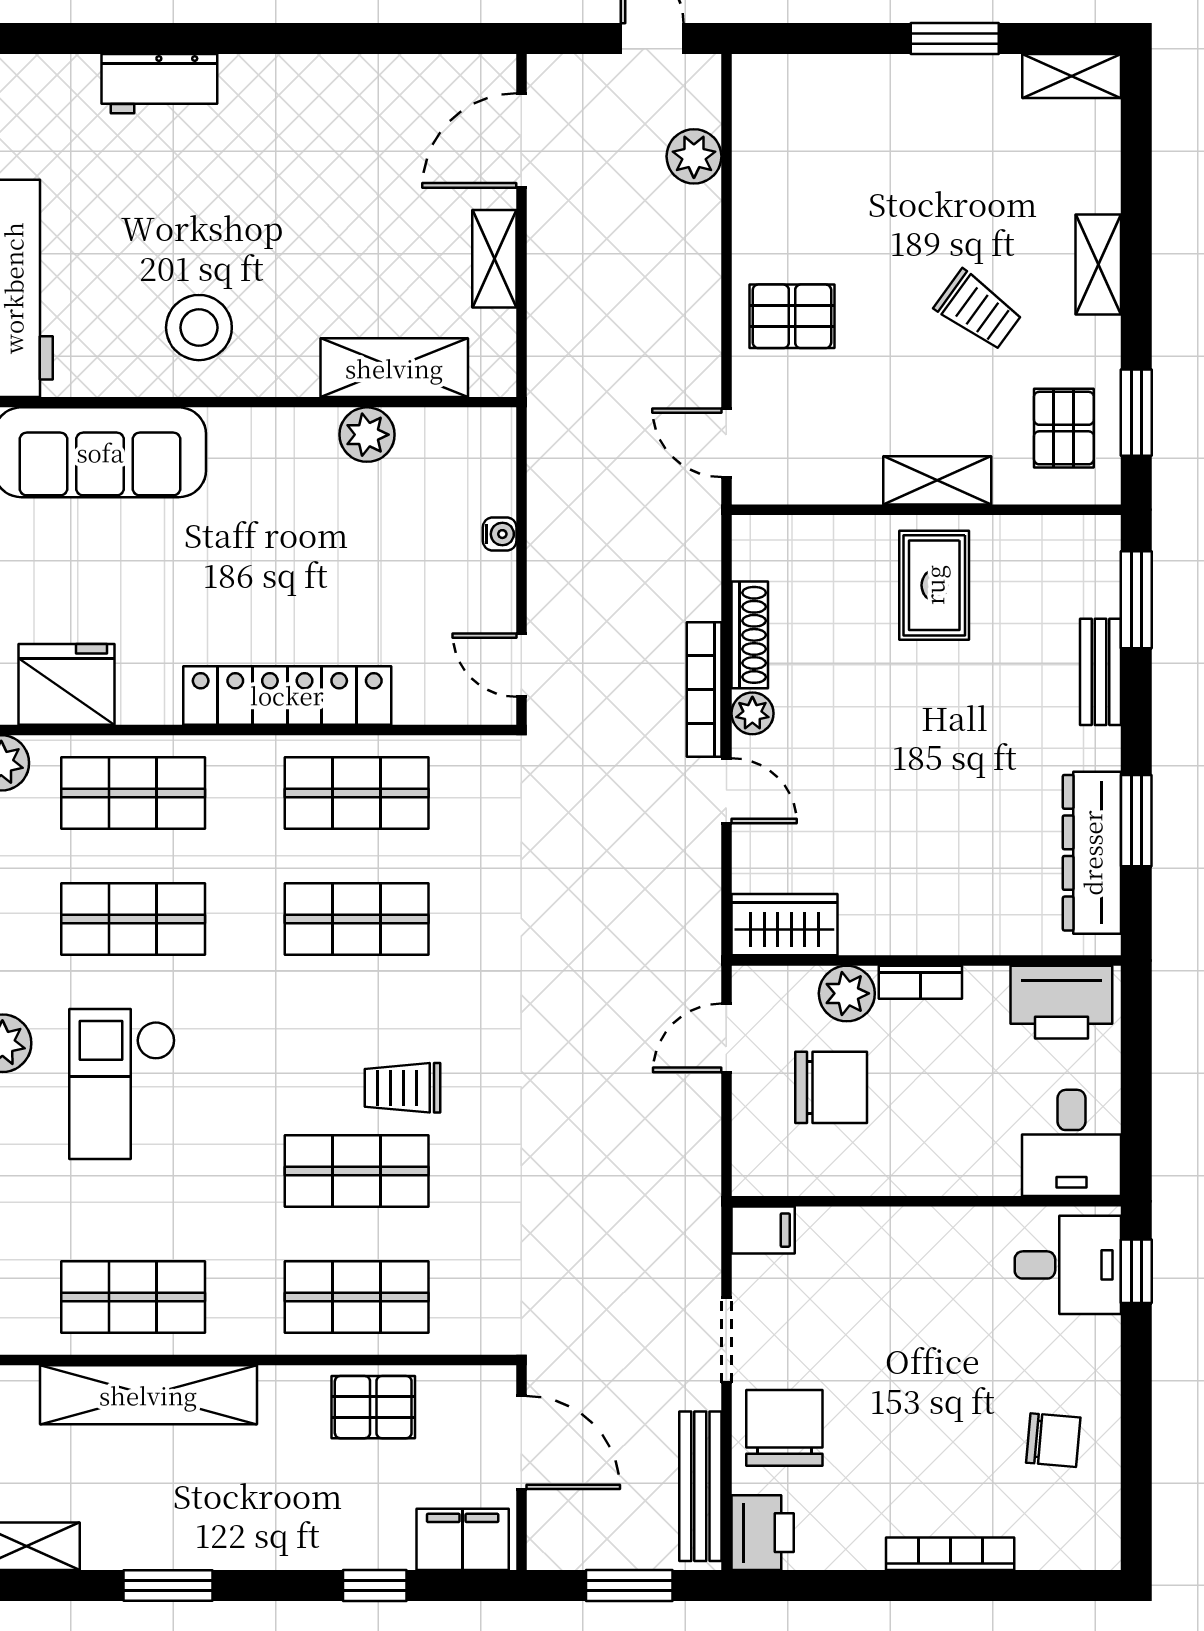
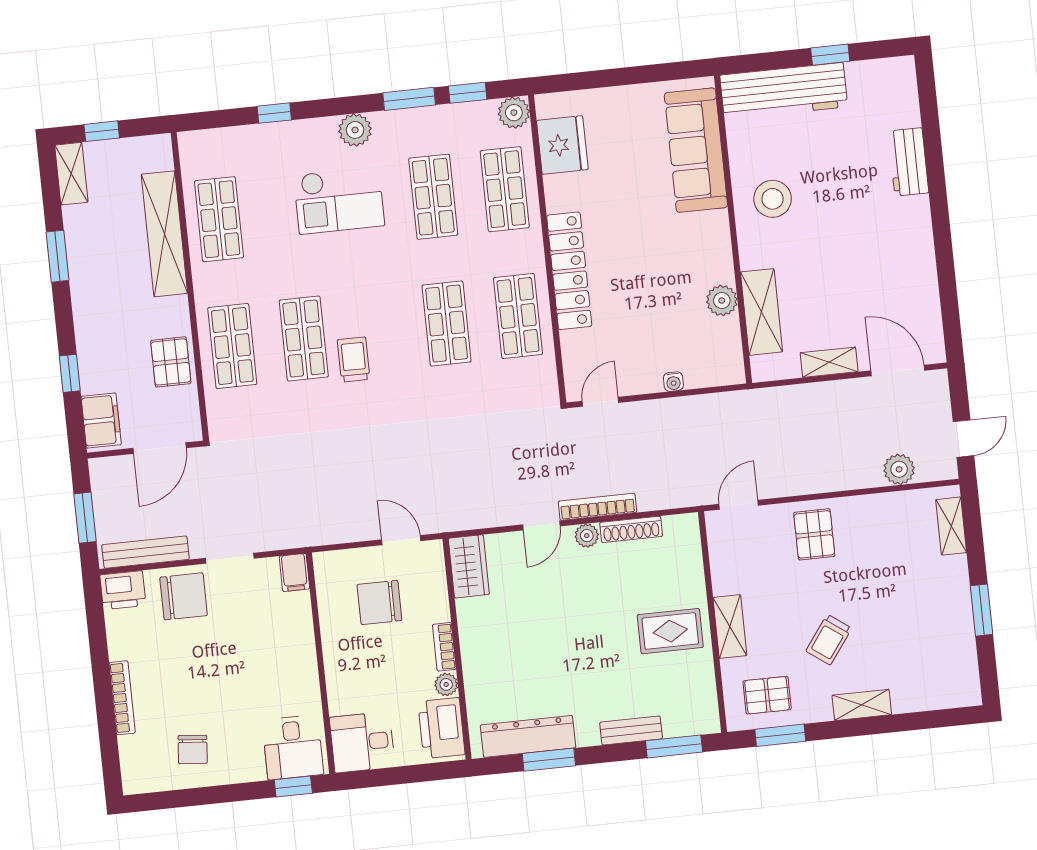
shelving: (1072, 76) -> (951, 526), moved
plant: (847, 993) -> (446, 684), moved, width x0.73, depth x0.73
checkout: (122, 1084) -> (339, 200), turned 180
chair: (831, 1087) -> (379, 602), turned 90

